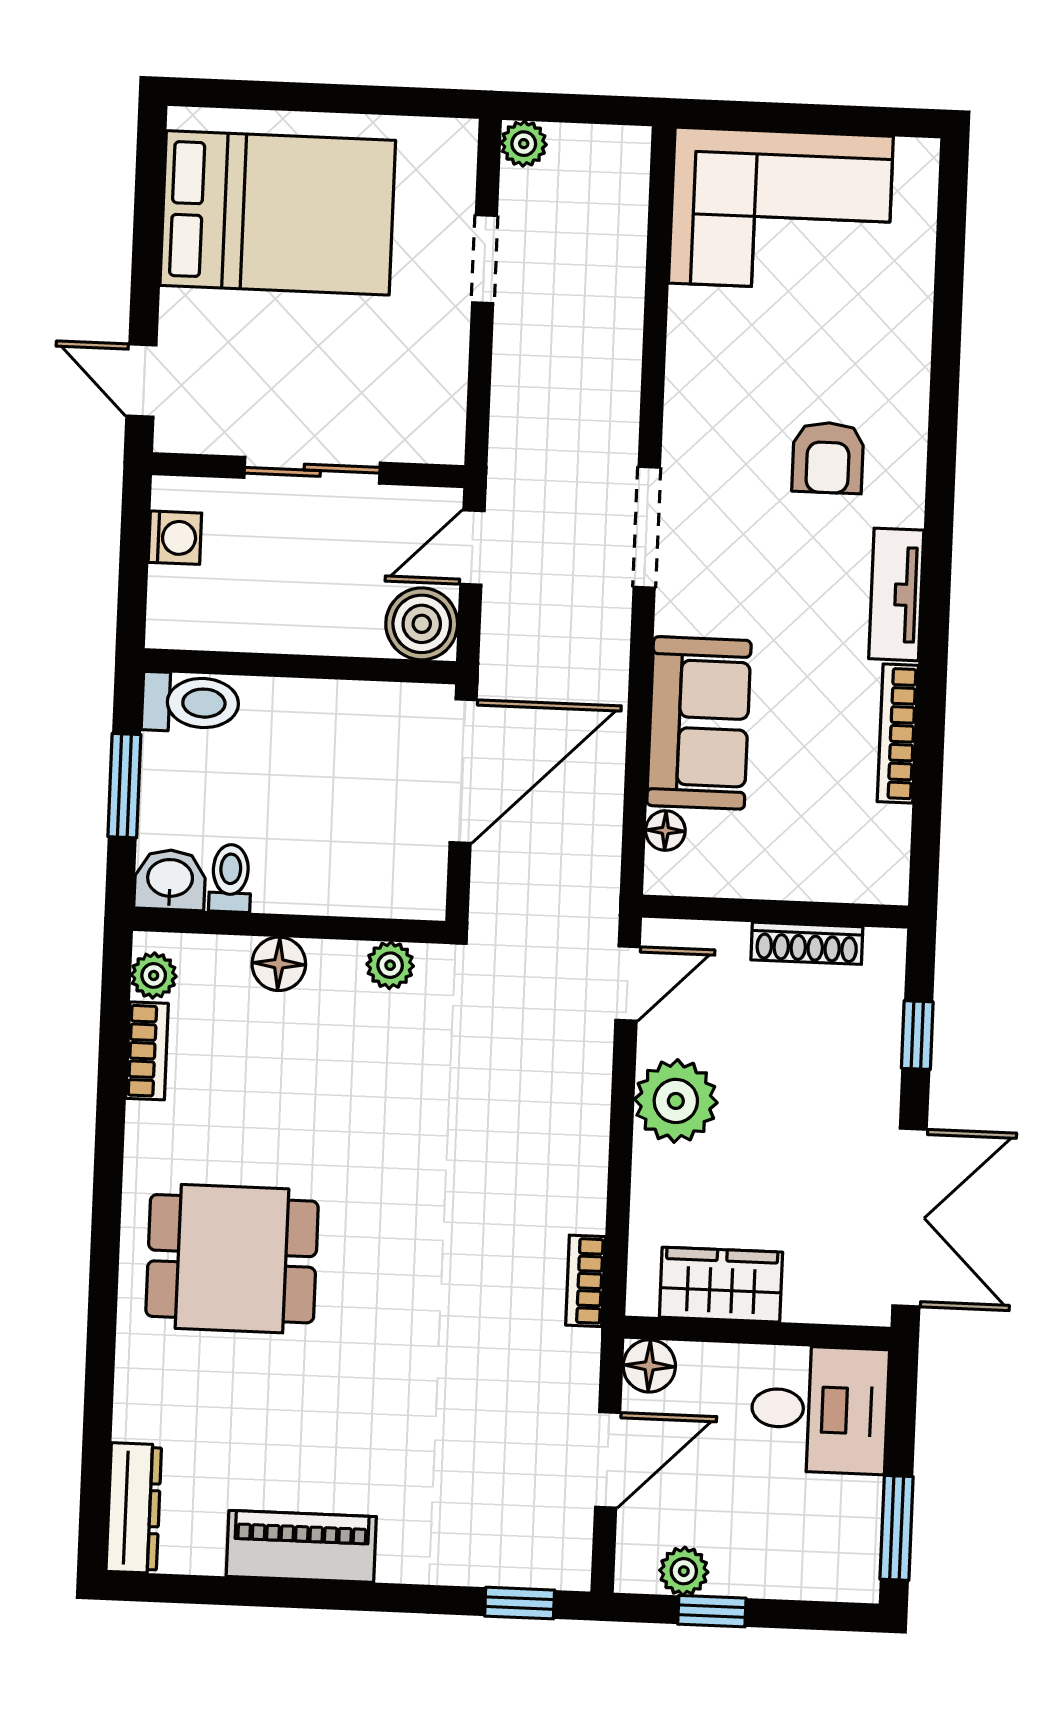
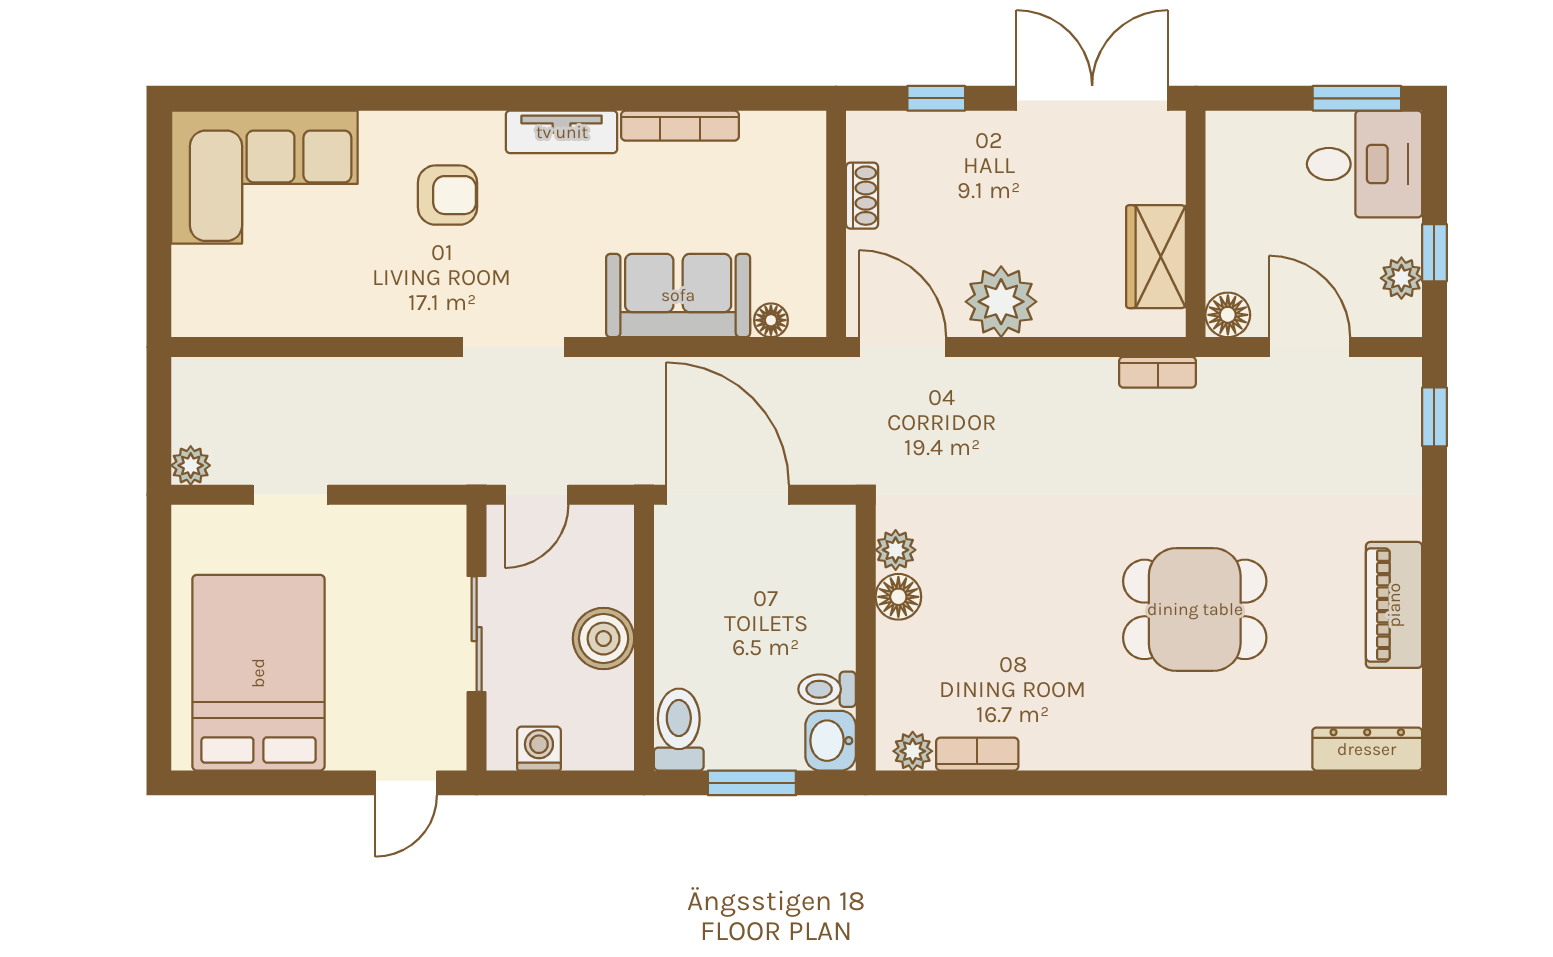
corner sofa: (781, 210) -> (264, 177), moved, turned 90
door: (472, 548) -> (537, 495), hinge flipped
boiler: (422, 624) -> (604, 639), moved
shoe rack: (807, 943) -> (862, 196), width x0.70
floor lamp: (279, 964) -> (898, 597), moved
door: (628, 983) -> (903, 347), width x1.38
dining table: (232, 1259) -> (1195, 609), moved, turned 90
desk: (820, 1410) -> (1365, 164), moved, turned 90

